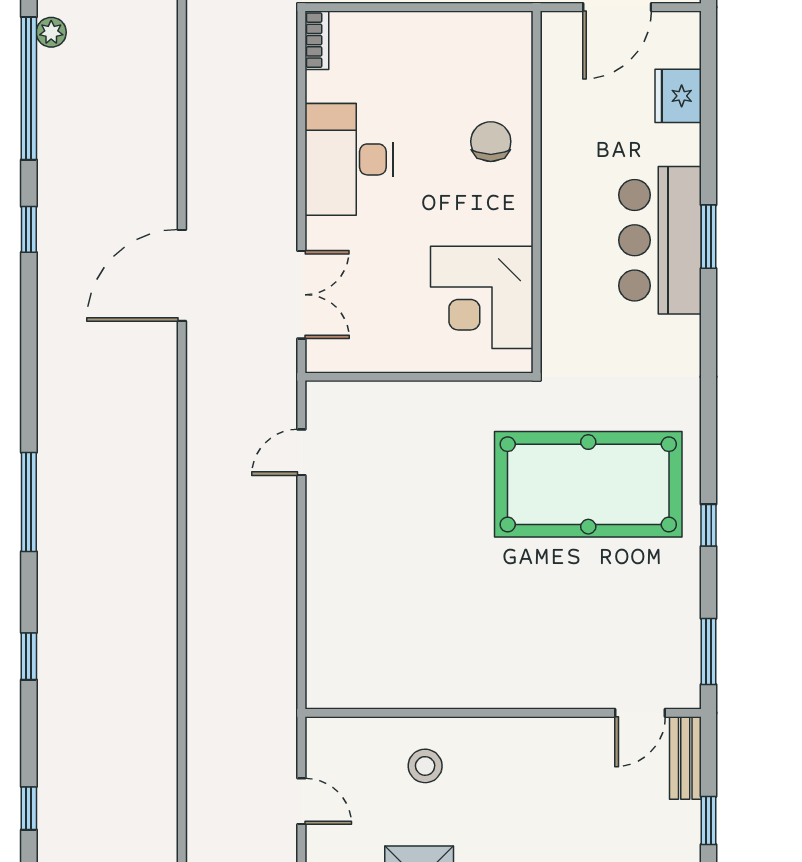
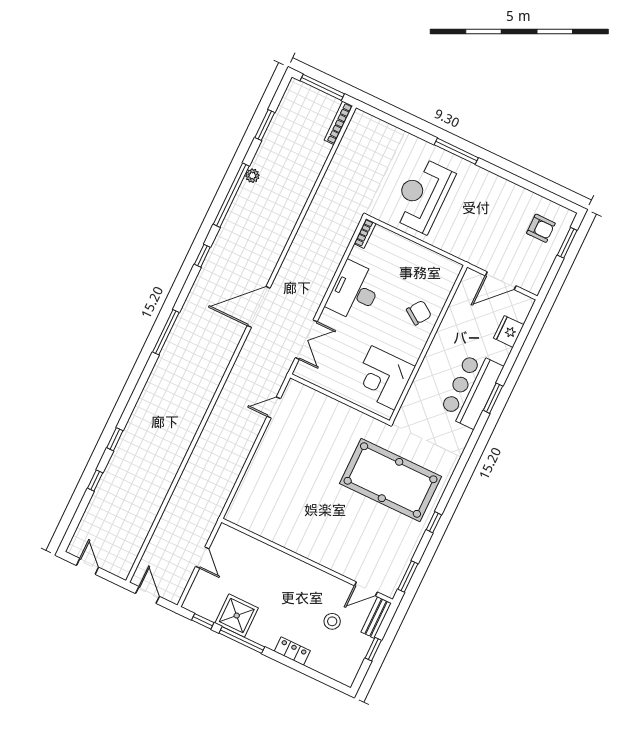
chair: (491, 142) -> (419, 313), turned 35
window: (29, 502) -> (166, 332), moved
stool: (425, 766) -> (332, 621), moved
window: (29, 808) -> (95, 480), moved

